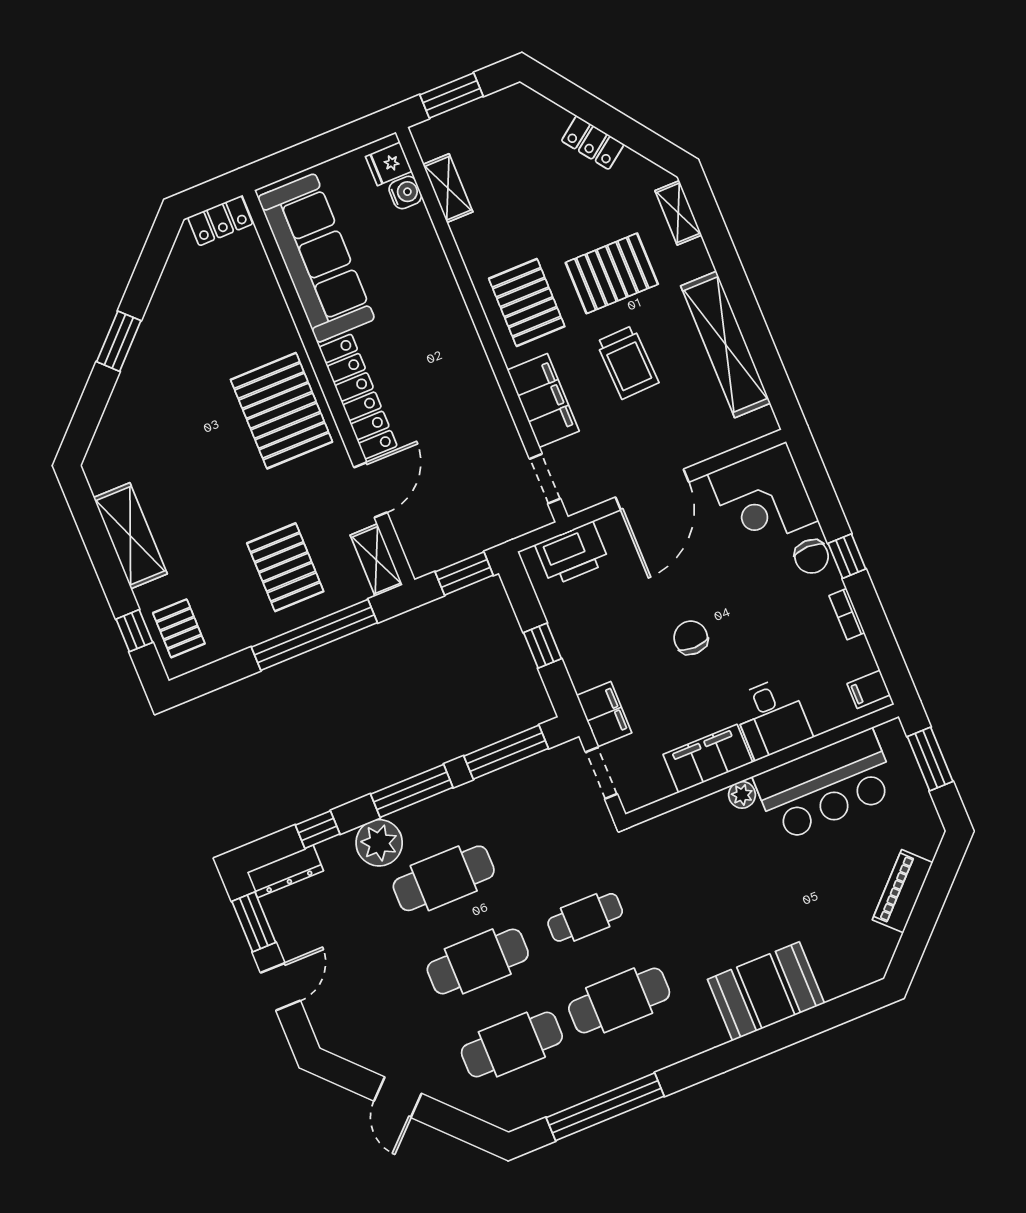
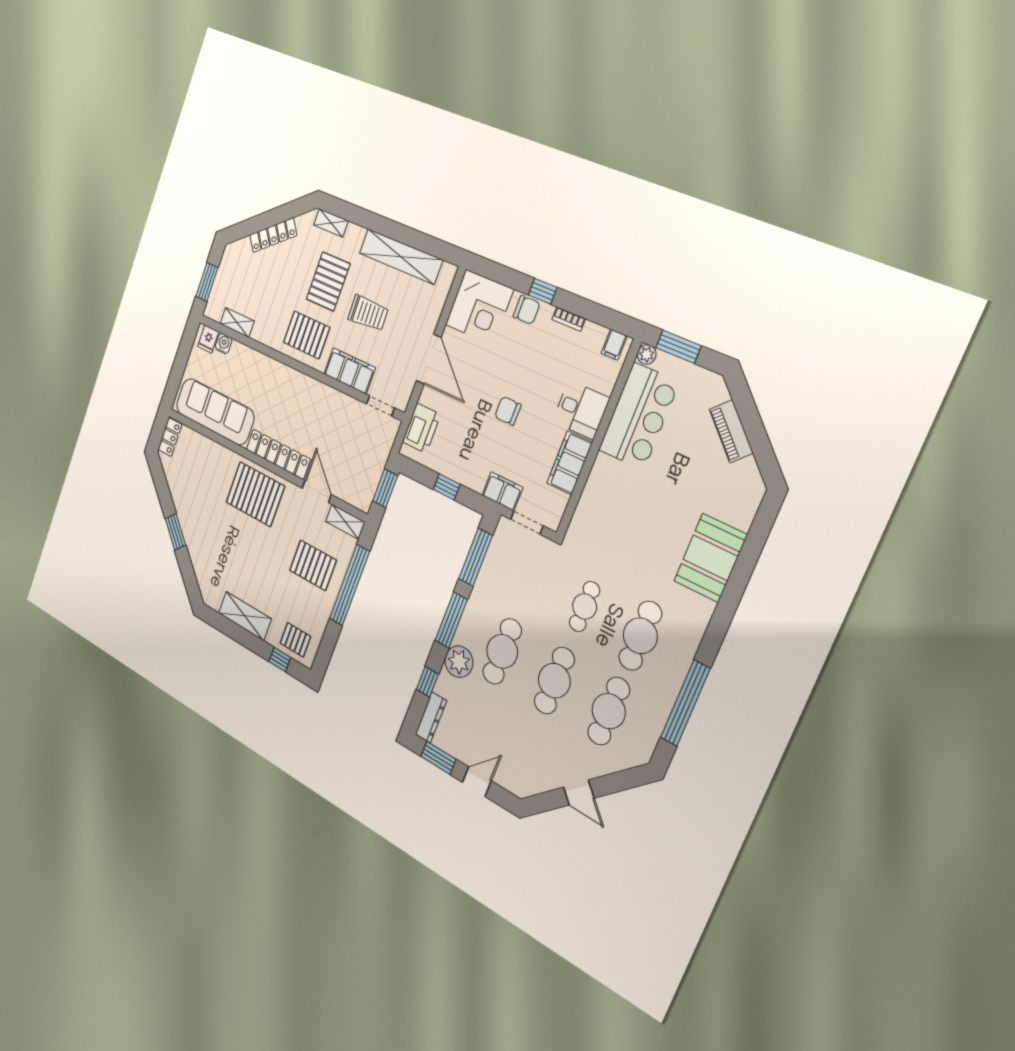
locker: (593, 143) -> (273, 235), width x1.53
plant: (742, 795) -> (647, 354), moved
door: (280, 987) -> (477, 782), hinge flipped

